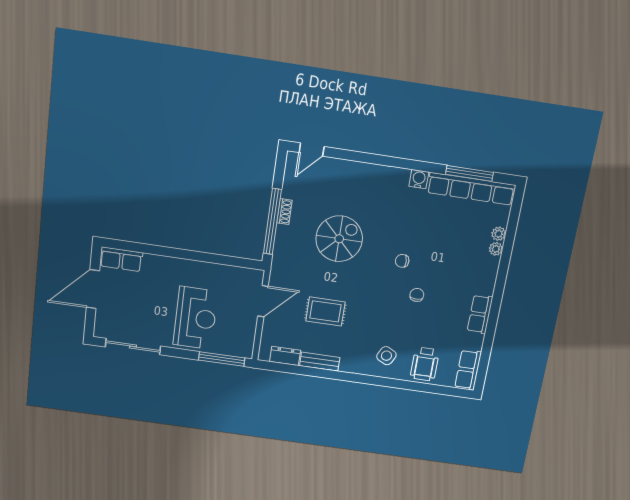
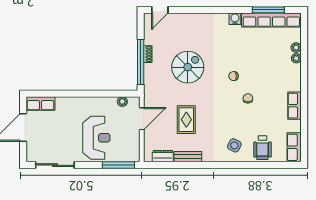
plant: (239, 273) -> (122, 102), added
rug: (325, 311) -> (186, 120), turned 90

